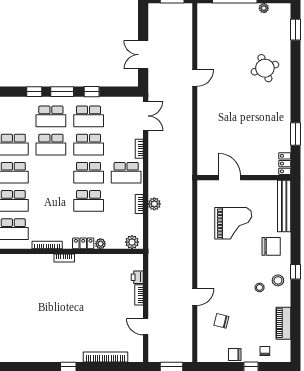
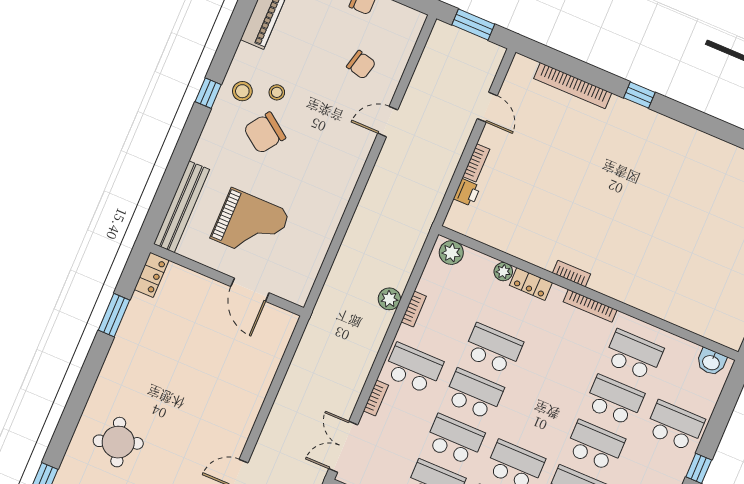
grand piano: (233, 223) -> (250, 225), moved, turned 180
chair: (271, 246) -> (265, 133), moved, turned -54

